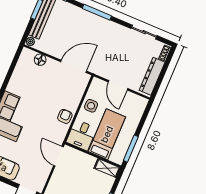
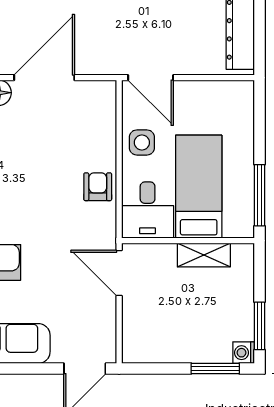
door: (74, 66) -> (44, 78), moved
door: (118, 85) -> (151, 78), moved
shelving: (107, 168) -> (204, 255), moved

